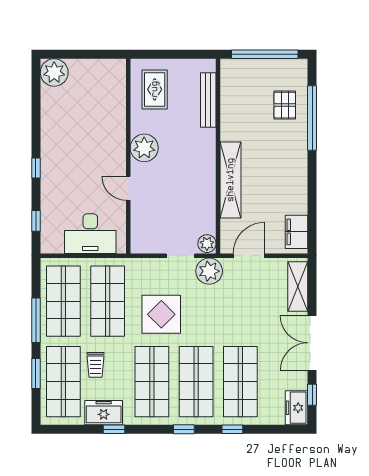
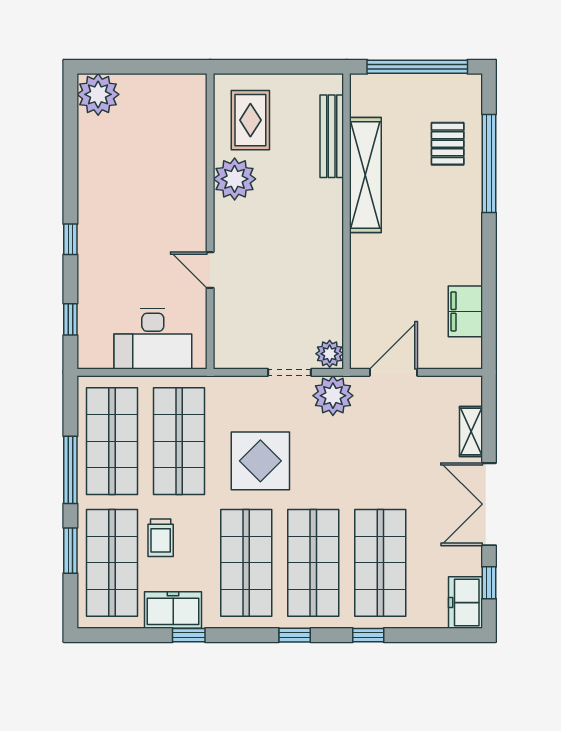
plant: (144, 148) -> (235, 179), moved
shelving: (231, 180) -> (365, 175), moved
filing cabinet: (297, 232) -> (465, 311), moved
shelving: (298, 287) -> (471, 431), width x0.67, depth x0.75

